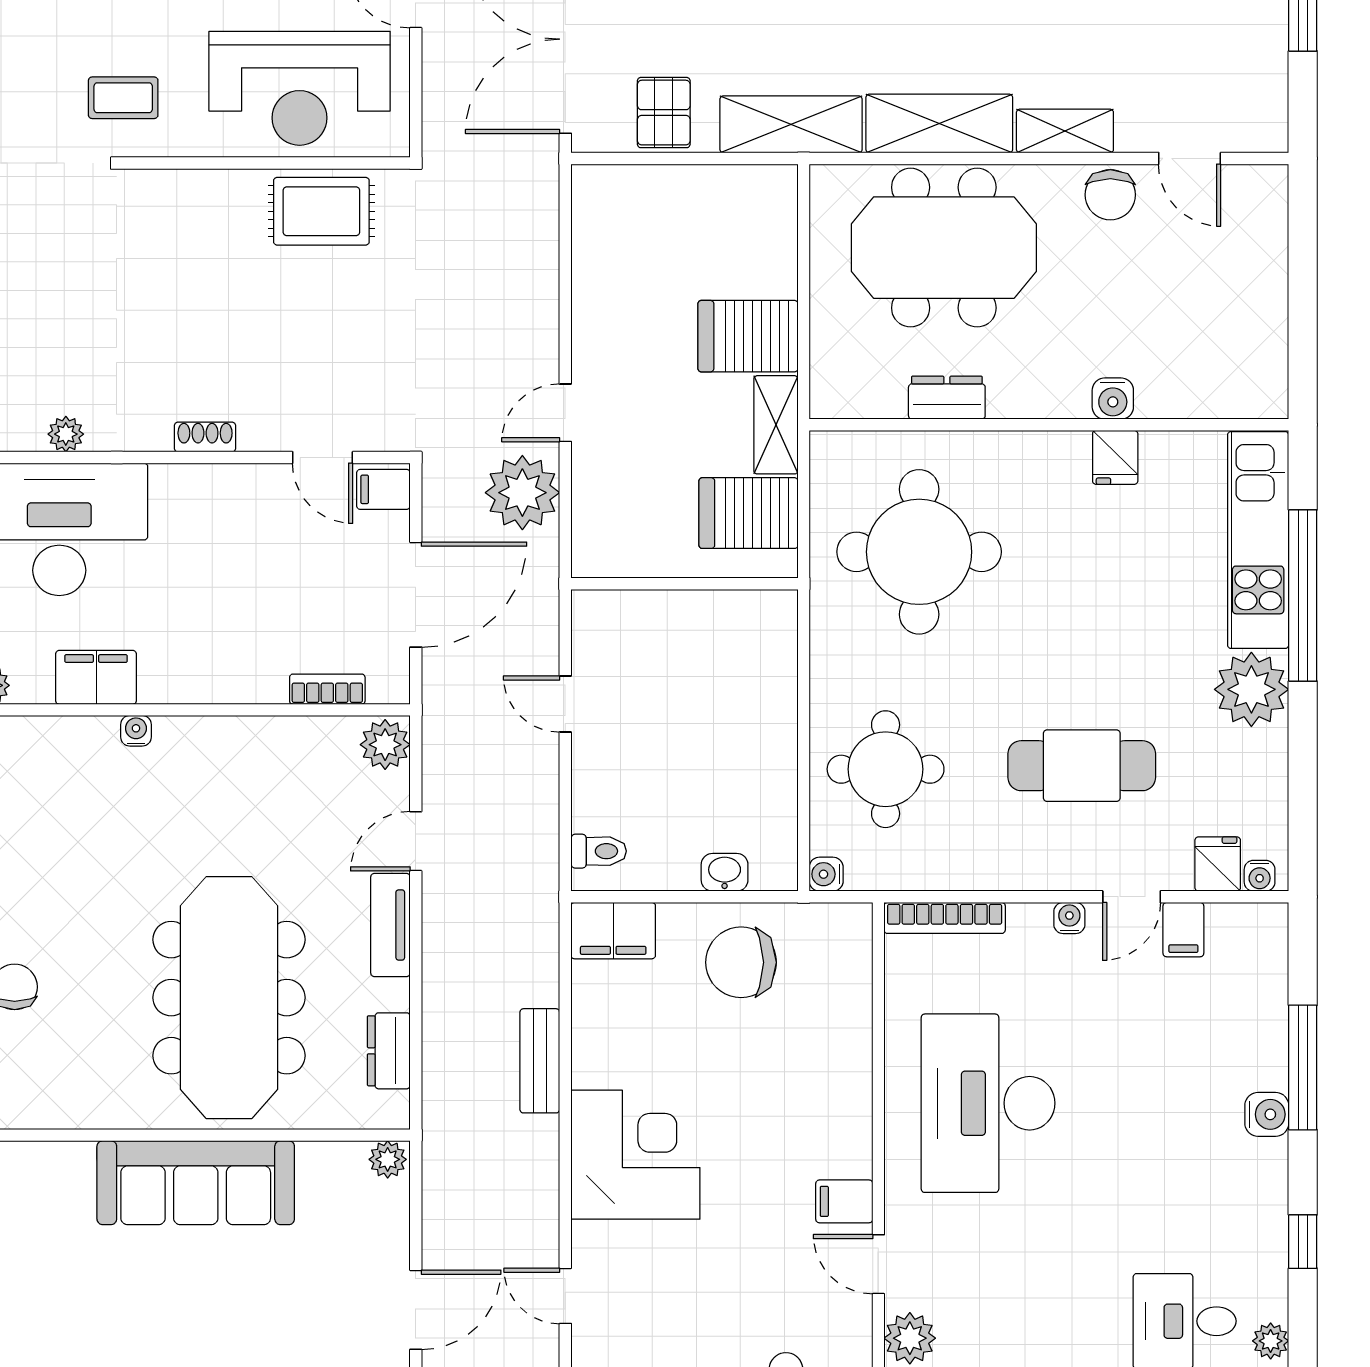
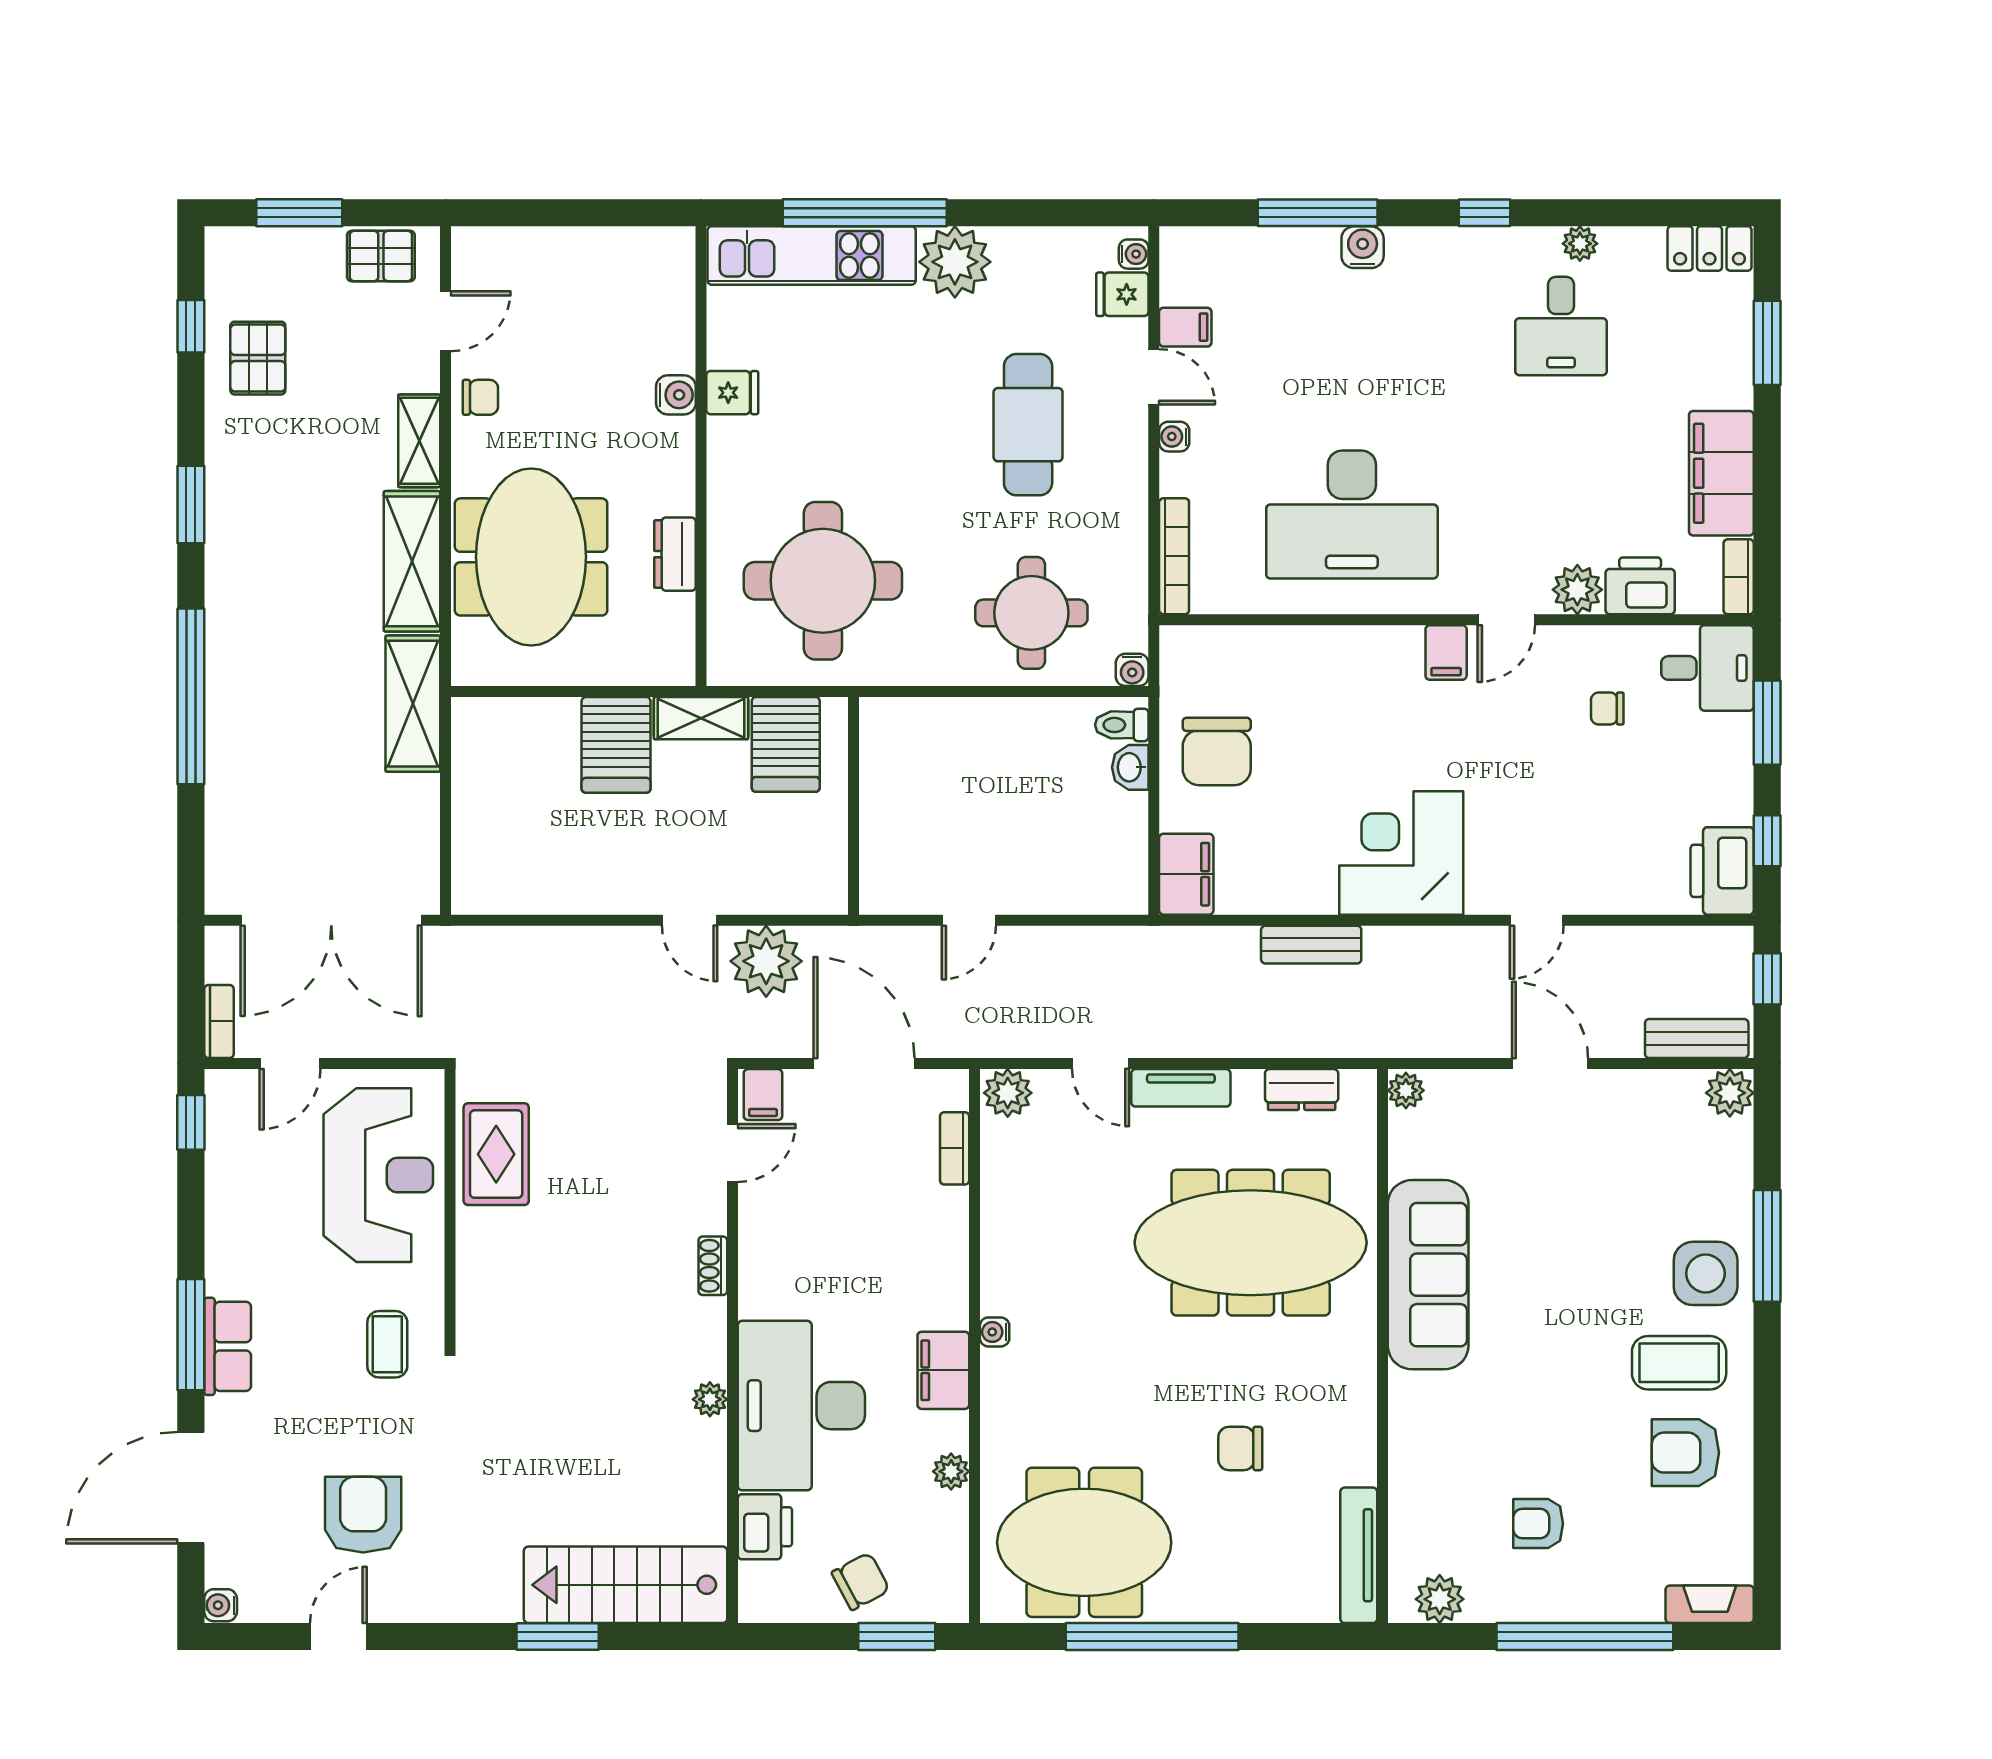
pallet: (664, 113) -> (381, 256), moved
chair: (1110, 195) -> (480, 397), width x0.73, depth x0.73
toilet: (599, 851) -> (1122, 725), moved, turned -90

